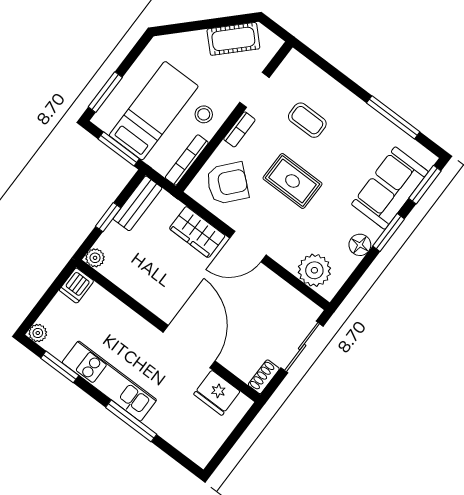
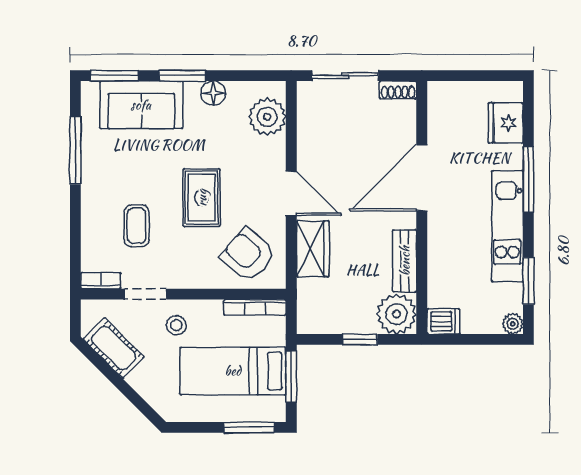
stool: (204, 114) -> (176, 325), moved
bookcase: (239, 129) -> (101, 281), moved
bench: (138, 203) -> (405, 261), moved, turned 90
plant: (95, 258) -> (396, 314), width x1.88, depth x1.88
fridge: (217, 393) -> (506, 123), moved, turned 180

